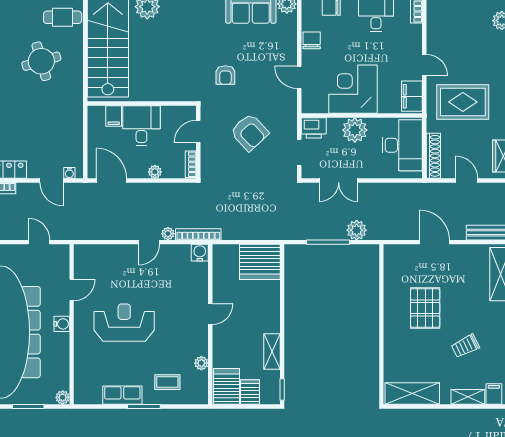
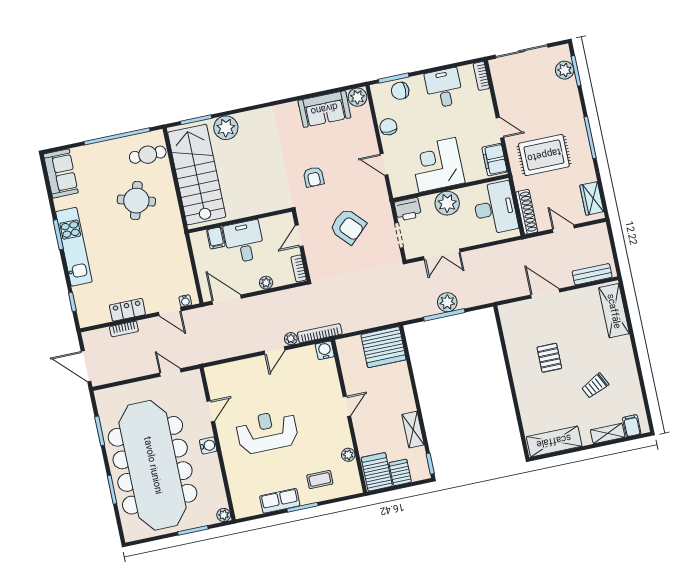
round table: (41, 61) -> (136, 201), turned 32
plant: (357, 230) -> (447, 302), moved
pallet: (425, 308) -> (549, 358), width x0.67, depth x0.71

